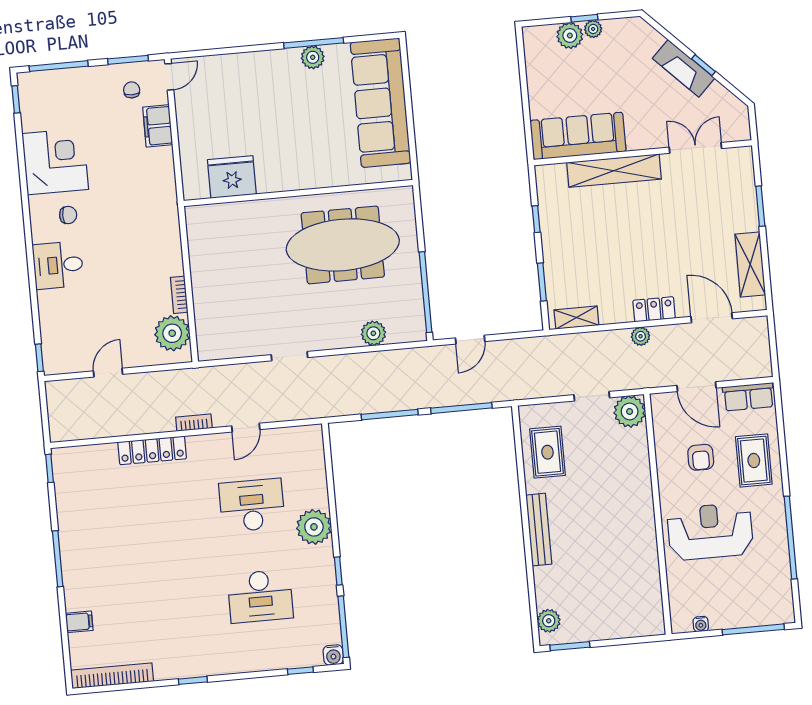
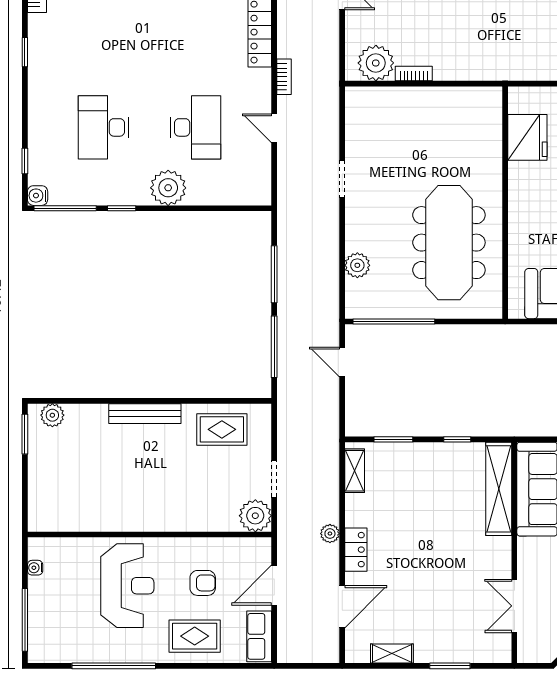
double door: (695, 148) -> (514, 606), swing flipped
shelving: (614, 171) -> (499, 489), moved
shelving: (750, 265) -> (392, 654), width x0.67, depth x0.75
armchair: (701, 457) -> (203, 583), turned 180

